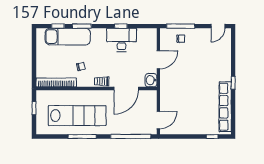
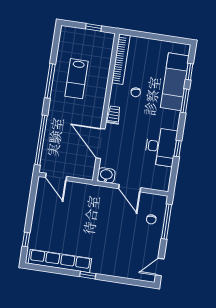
door: (218, 26) -> (160, 267), hinge flipped
lab bench: (77, 116) -> (76, 79), width x0.54, depth x0.72

